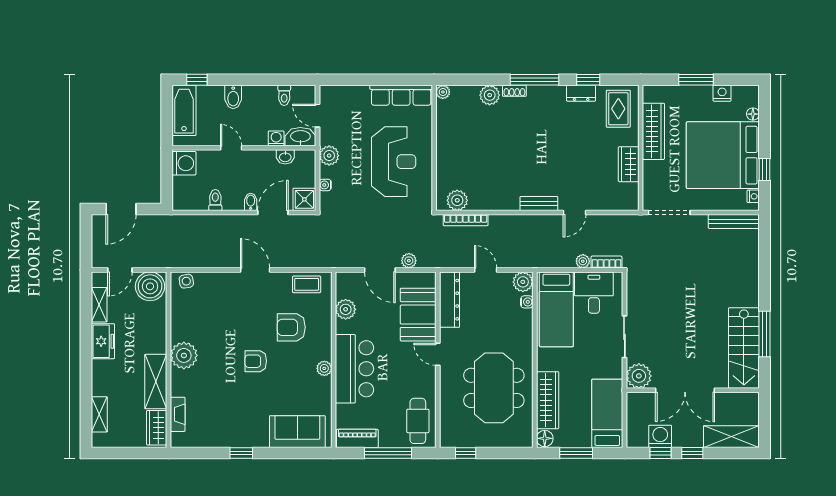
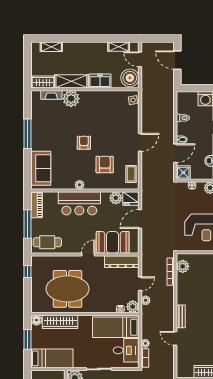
door: (273, 213) -> (175, 153), hinge flipped
plant: (409, 261) -> (146, 300), moved
fridge: (347, 285) -> (131, 198), added
freezer: (103, 341) -> (100, 81), moved, turned 180
plant: (184, 355) -> (71, 99), moved
window: (241, 453) -> (28, 134), width x2.17

